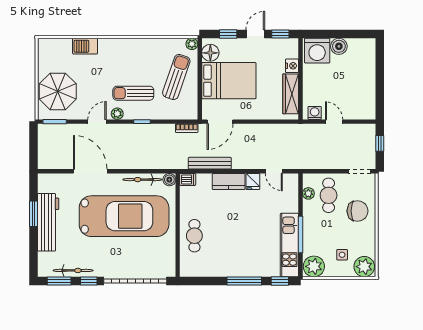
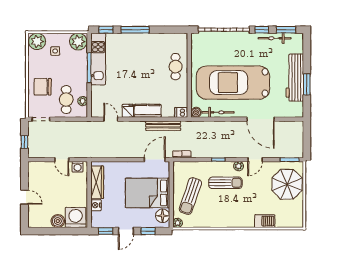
door: (380, 76) -> (24, 197), added

